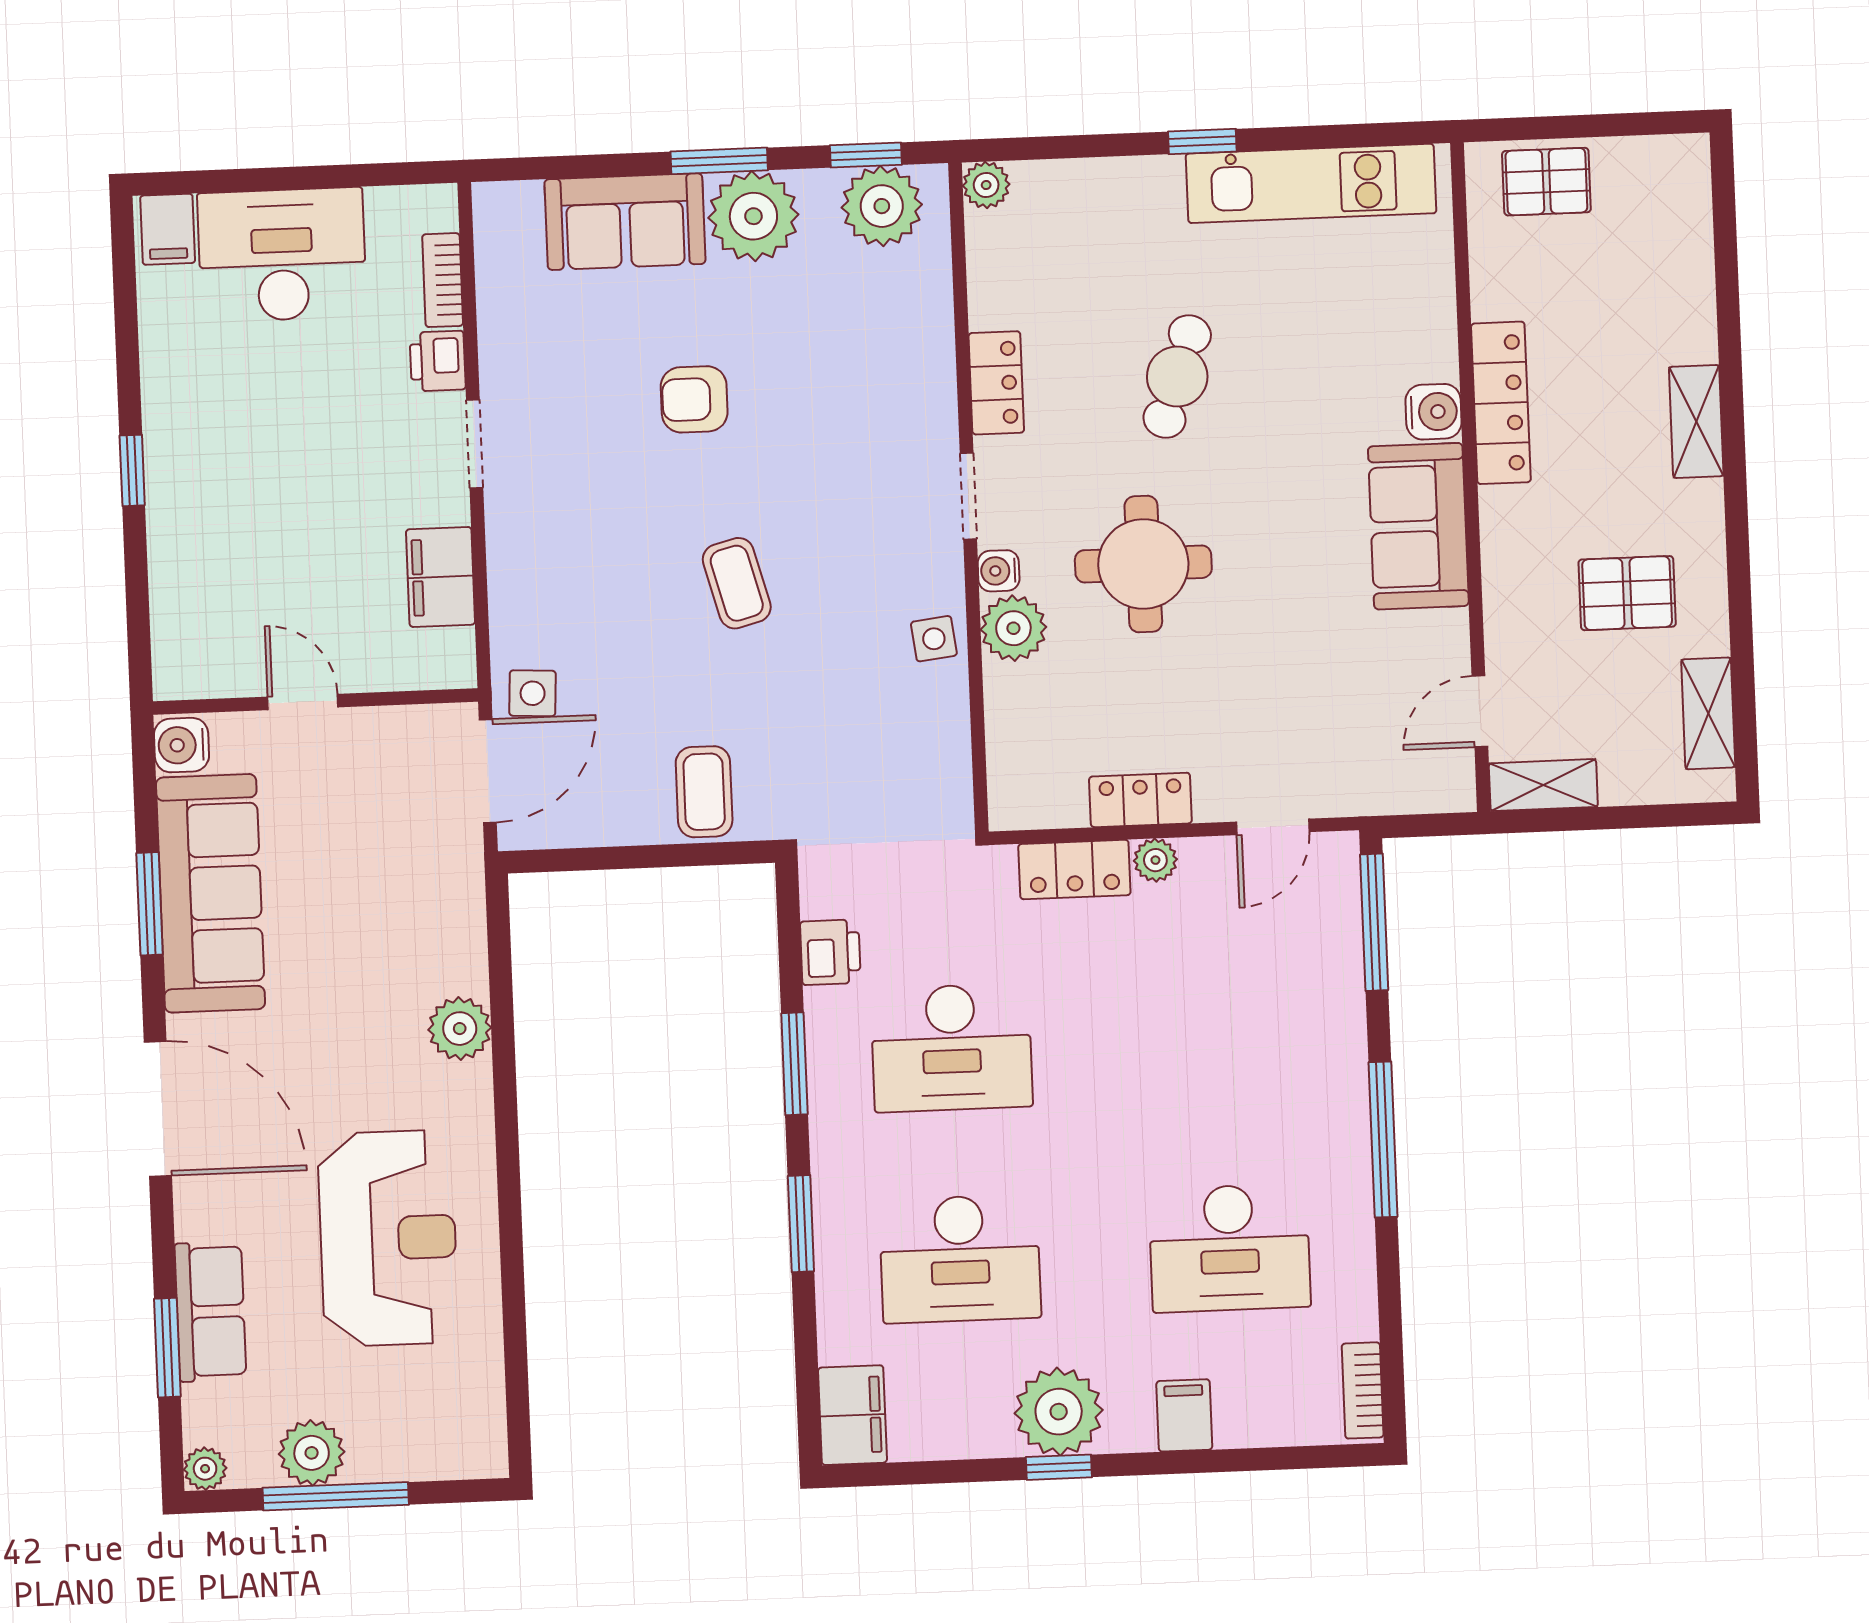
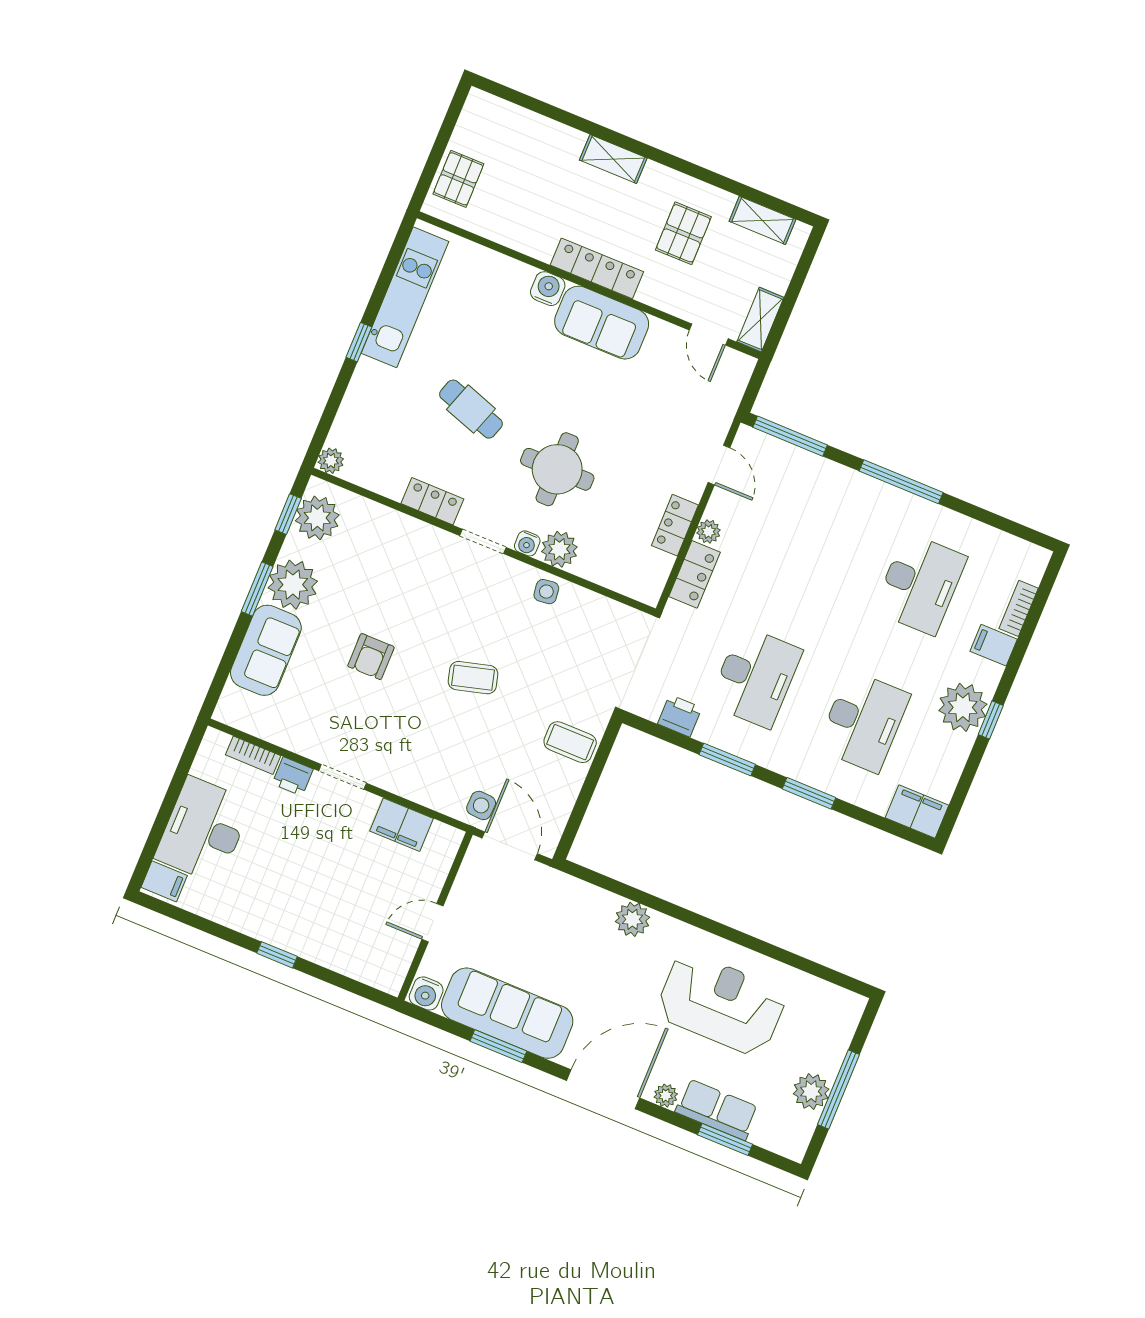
locker: (1501, 403) -> (597, 268), moved
bookcase: (1363, 1390) -> (1019, 608), moved, turned 90
plant: (205, 1469) -> (666, 1096), moved

